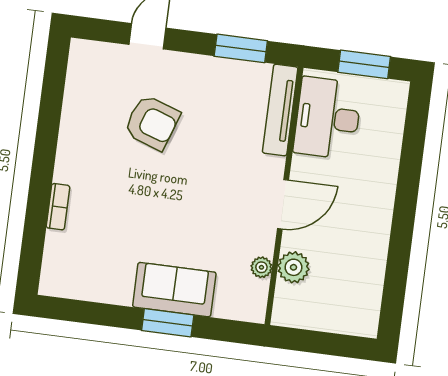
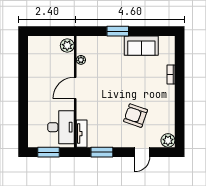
plant: (85, 55) -> (168, 140), added
tv unit: (280, 110) -> (82, 134), width x0.71
plant: (293, 267) -> (67, 46), moved
sofa: (174, 290) -> (141, 46), moved

